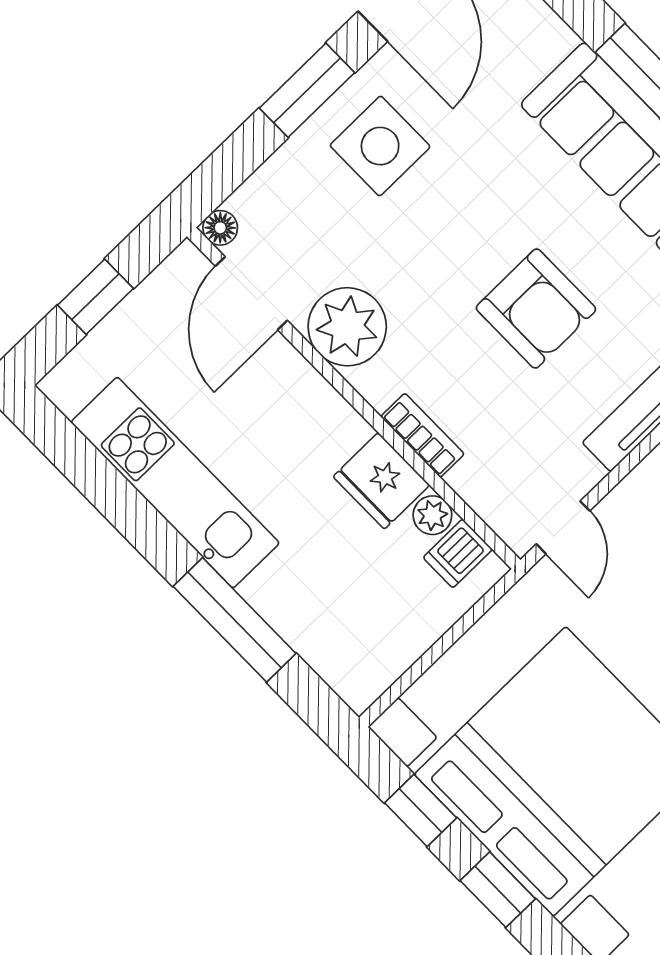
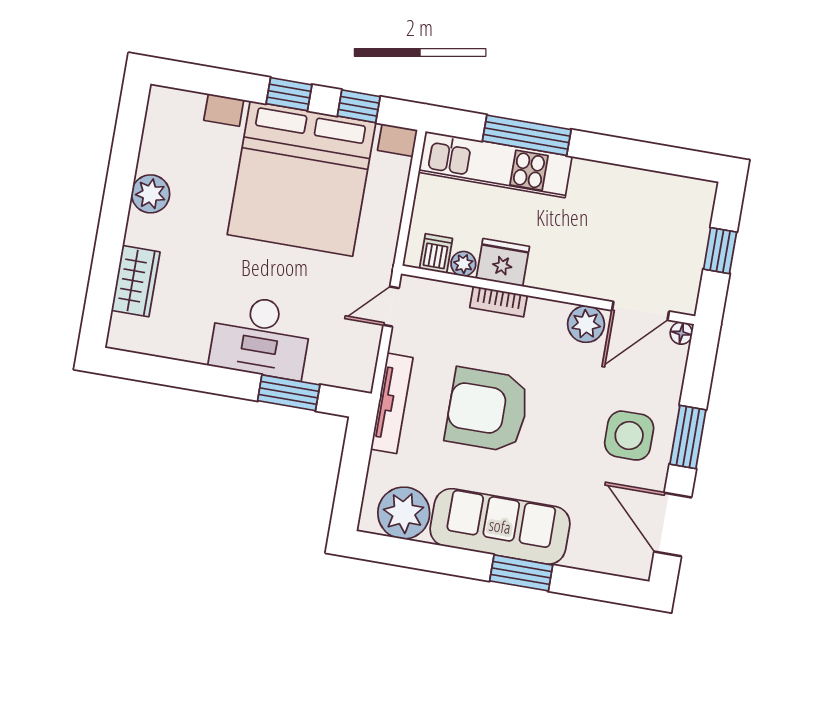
door: (251, 293) -> (641, 311), swing flipped
armchair: (536, 309) -> (487, 410), width x1.36, depth x1.36
plant: (347, 327) -> (586, 324), width x0.73, depth x0.73
kitchen unit: (175, 483) -> (495, 164), moved
door: (563, 527) -> (391, 306), hinge flipped

